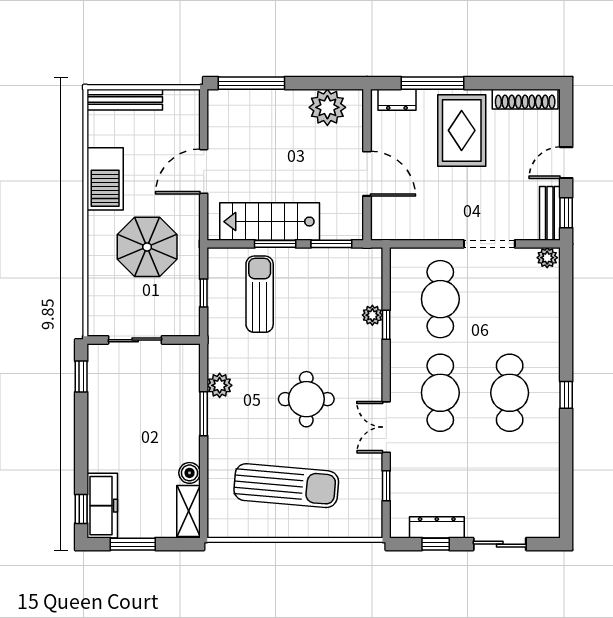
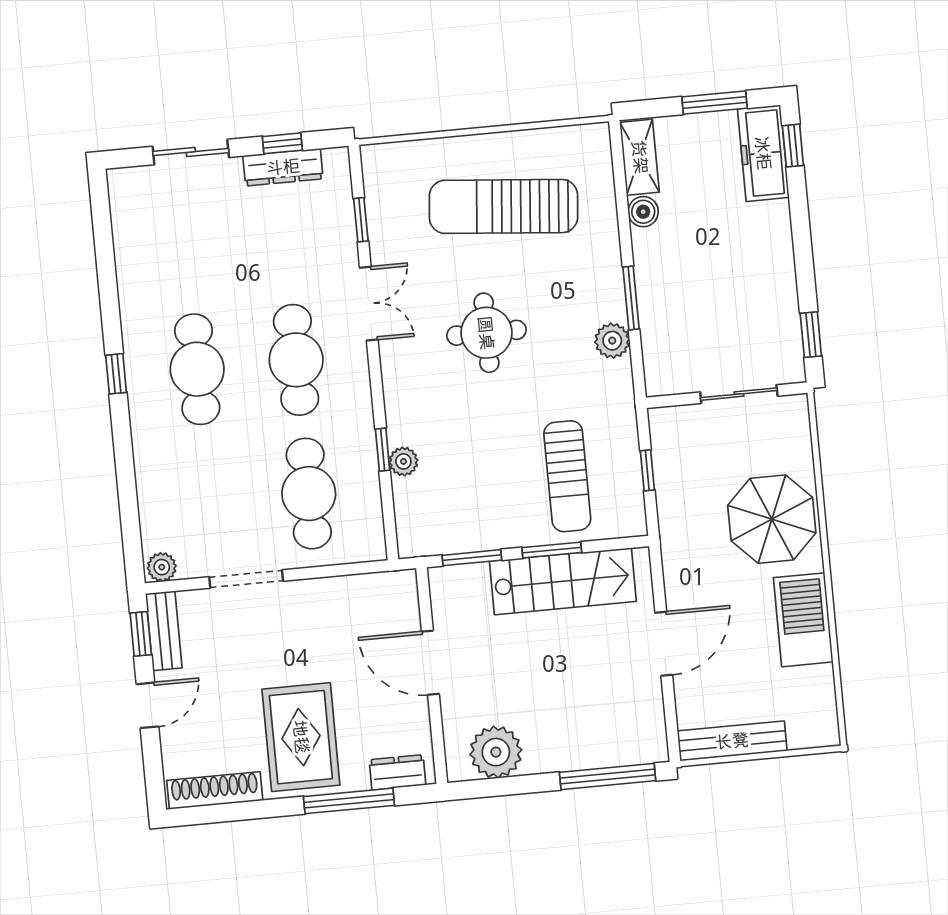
bench: (125, 100) -> (732, 741), moved
parasol: (147, 247) -> (772, 519), moved

